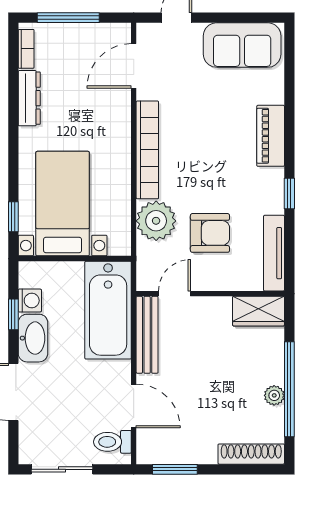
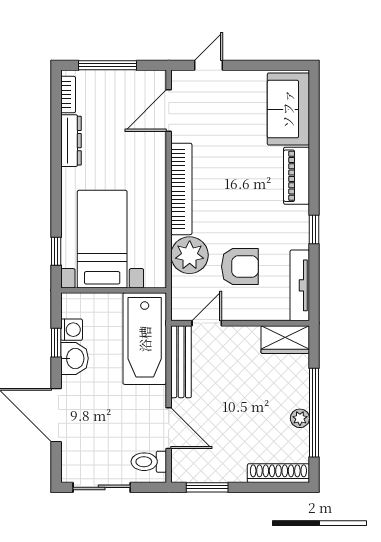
sofa: (242, 45) -> (288, 109), moved, turned 90
washbasin: (33, 338) -> (74, 358), width x0.72

